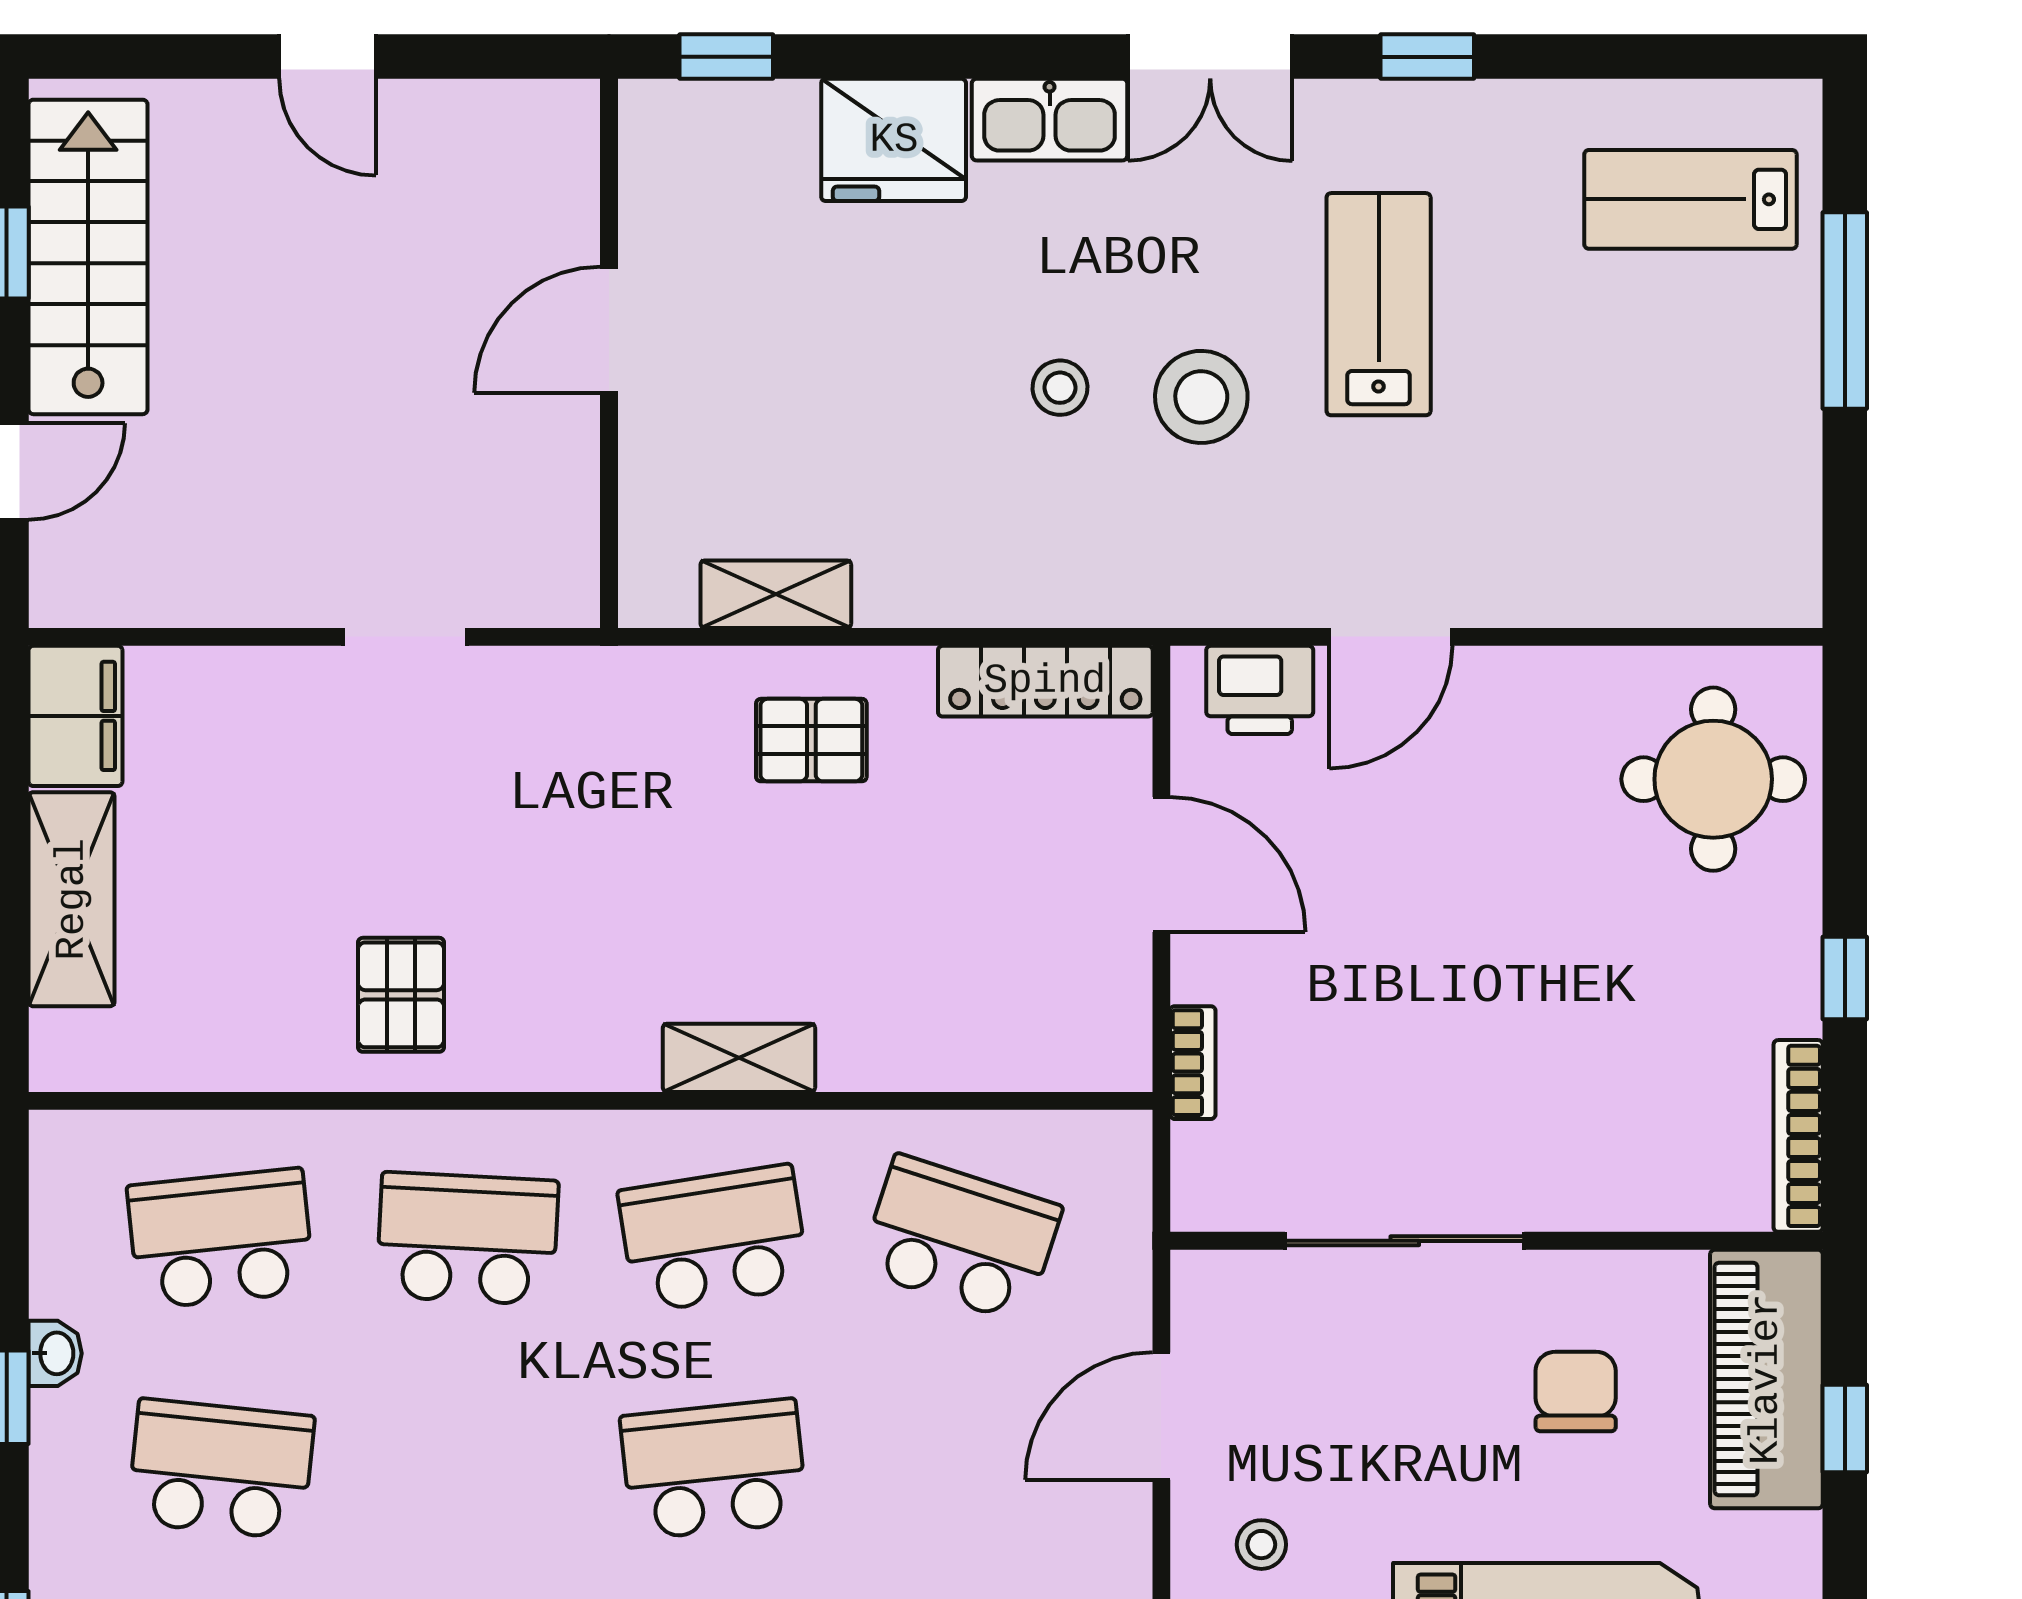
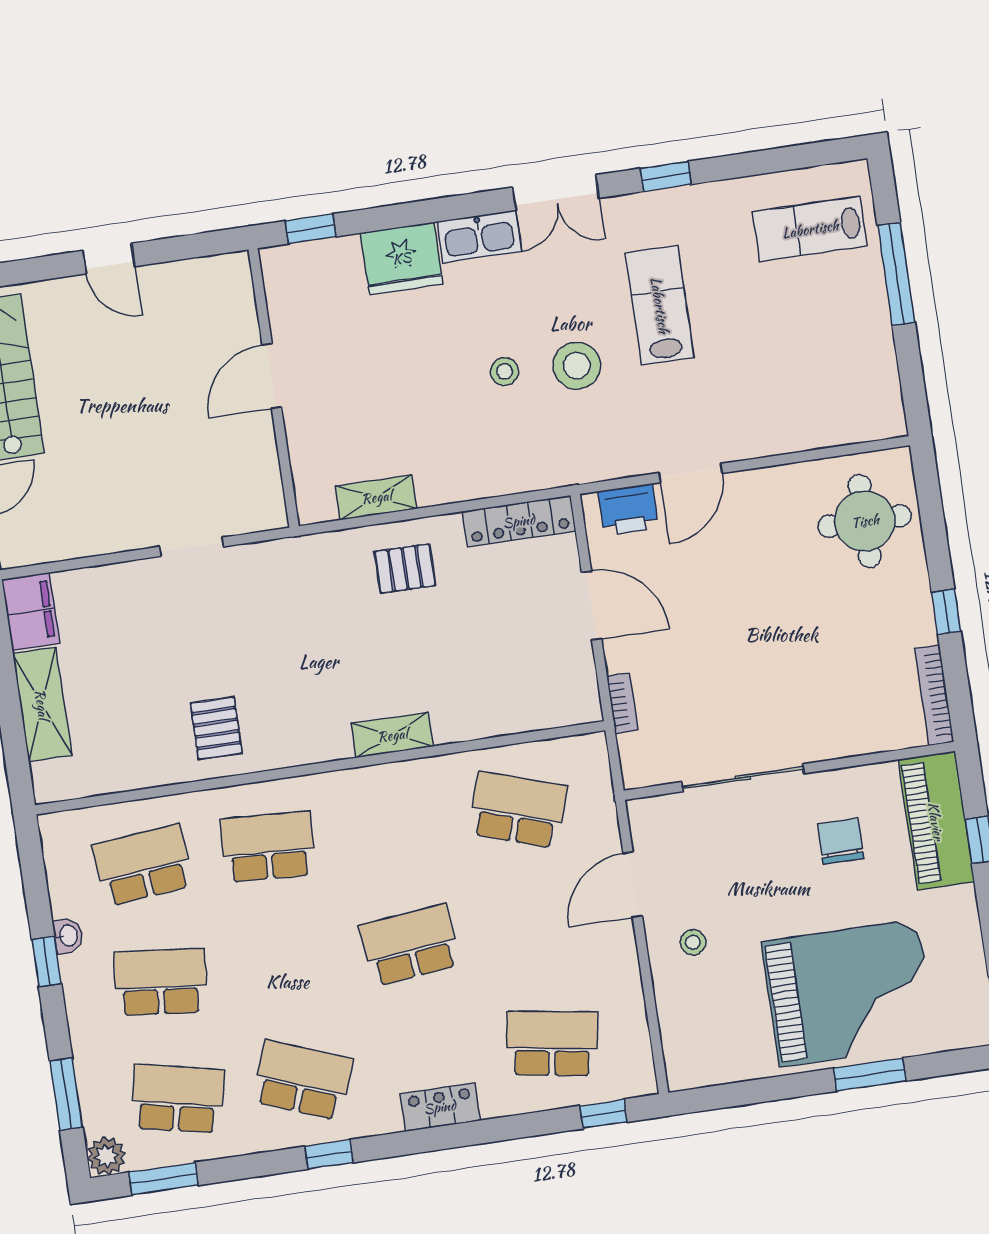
school desk: (714, 1239) -> (393, 828), removed

